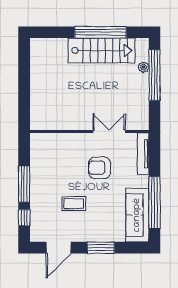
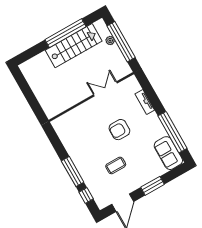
wall: (89, 131) -> (91, 97), moved
double door: (109, 131) -> (105, 89), moved
tv unit: (143, 154) -> (145, 102), width x0.71
sofa: (137, 215) -> (168, 153), width x0.73

